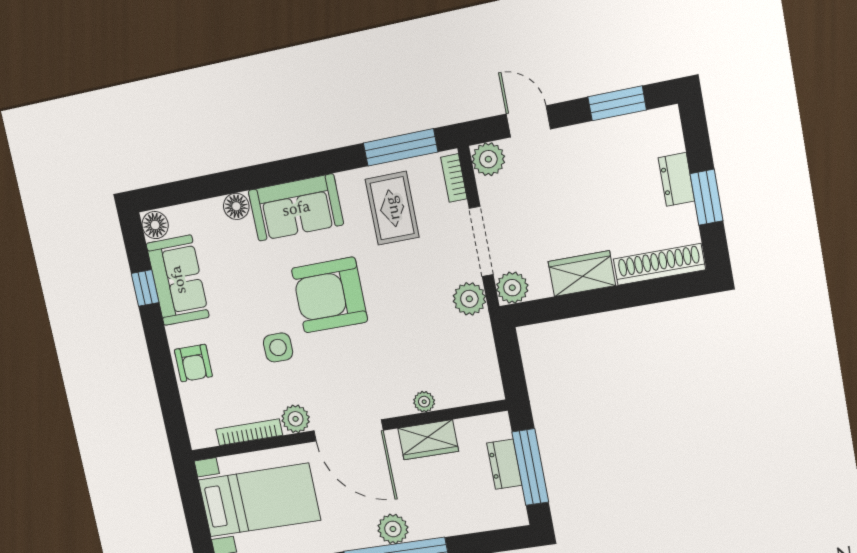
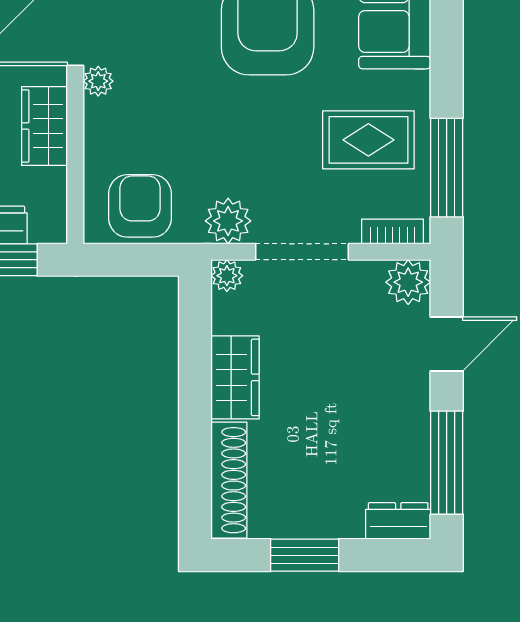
window: (617, 103) -> (447, 463), width x1.44
dresser: (676, 179) -> (398, 521), moved
plant: (512, 288) -> (227, 276), width x0.73, depth x0.73
armchair: (471, 364) -> (140, 206), added
plant: (424, 402) -> (98, 81), moved

